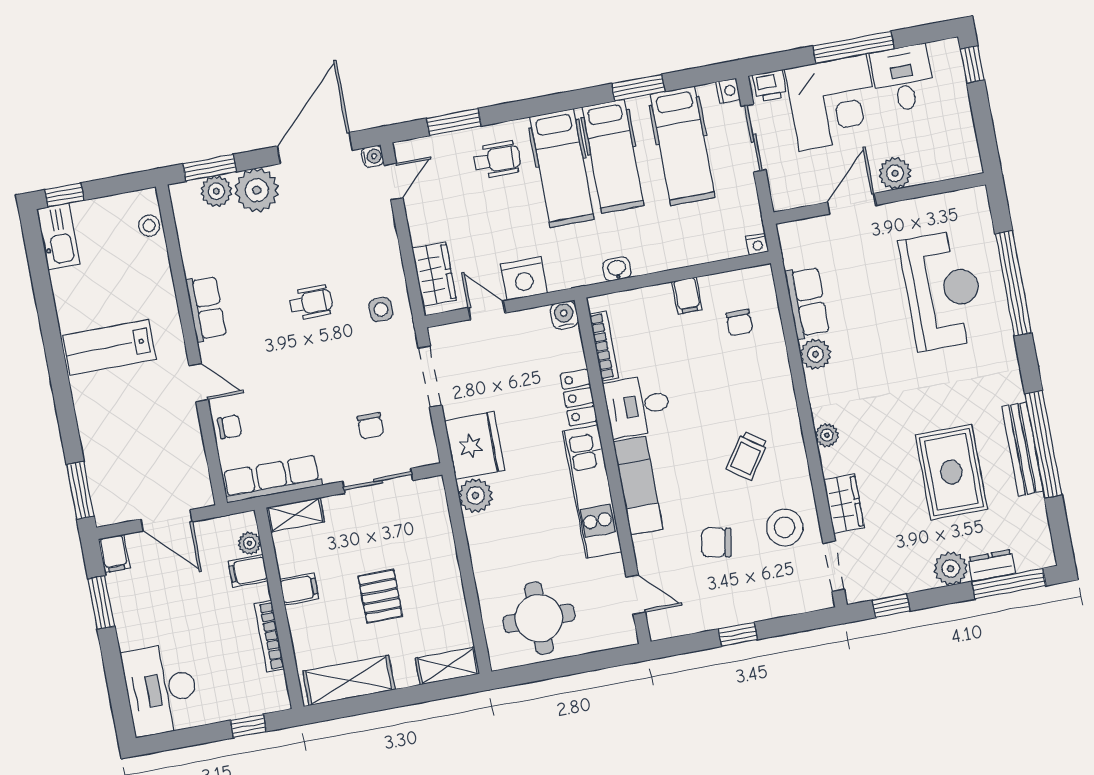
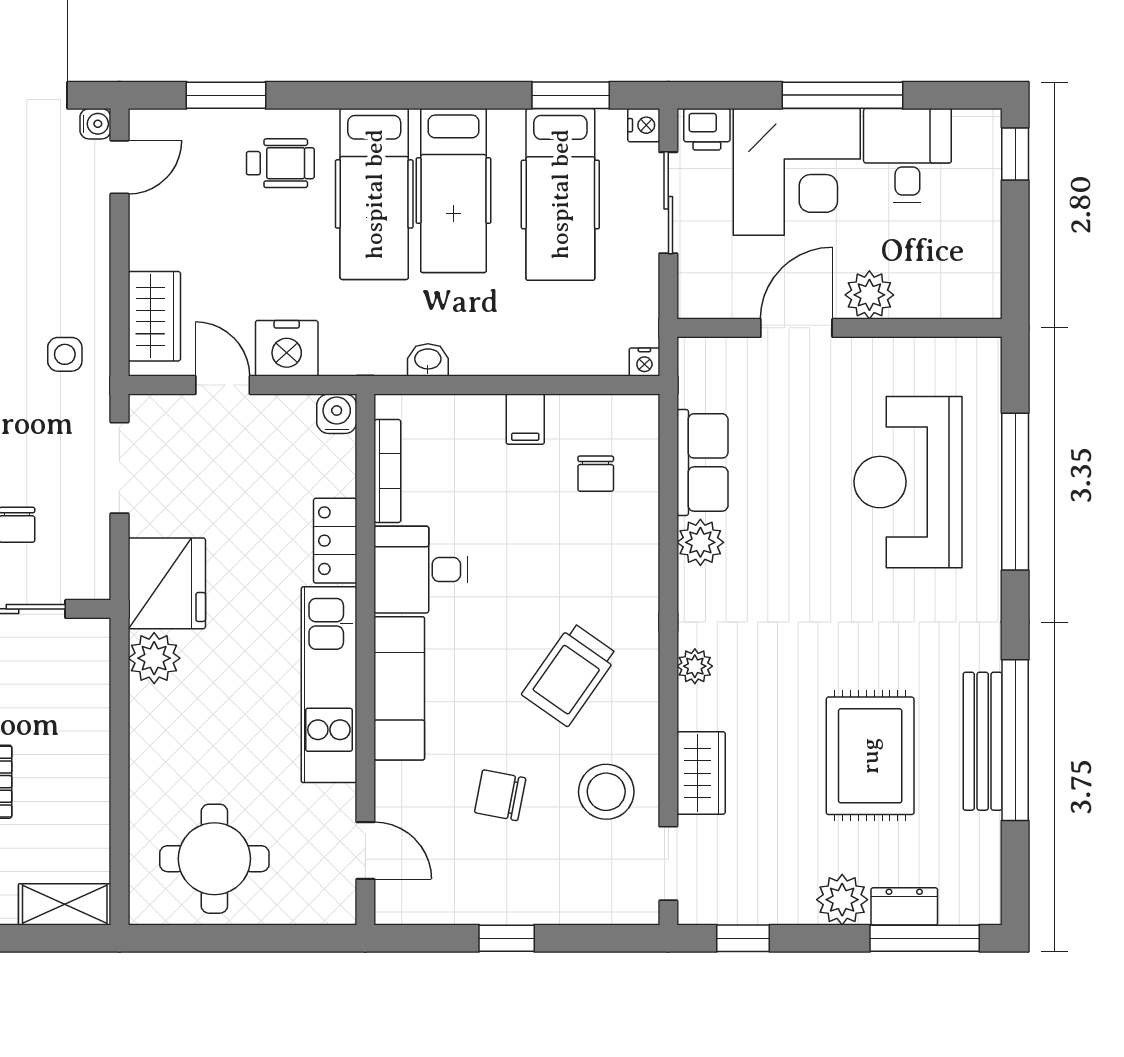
window: (638, 88) -> (571, 95), moved
reception desk: (943, 290) -> (908, 482), turned 180
trolley: (747, 456) -> (570, 675), width x1.36, depth x1.39

